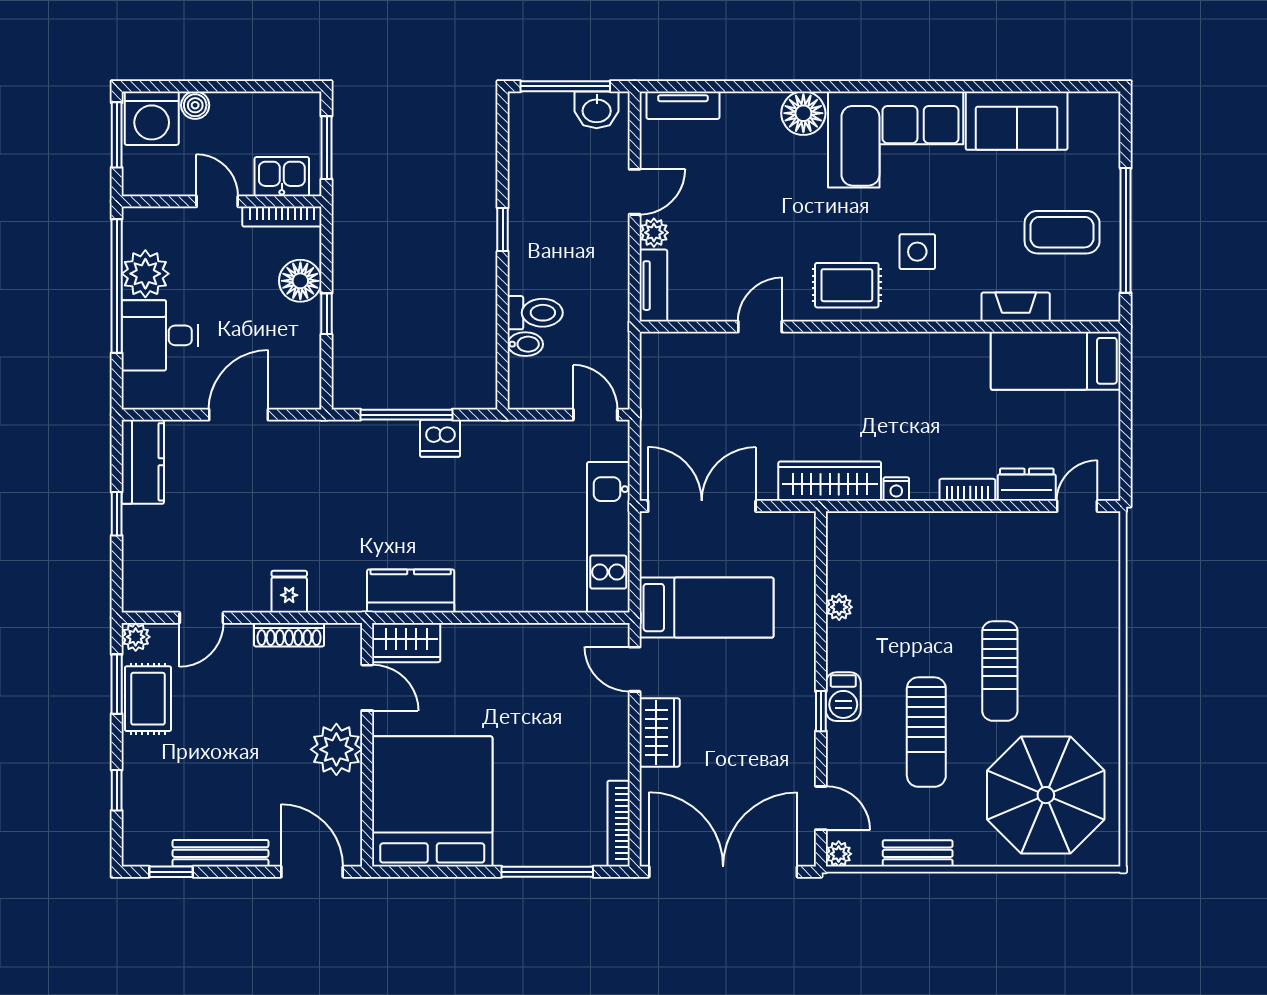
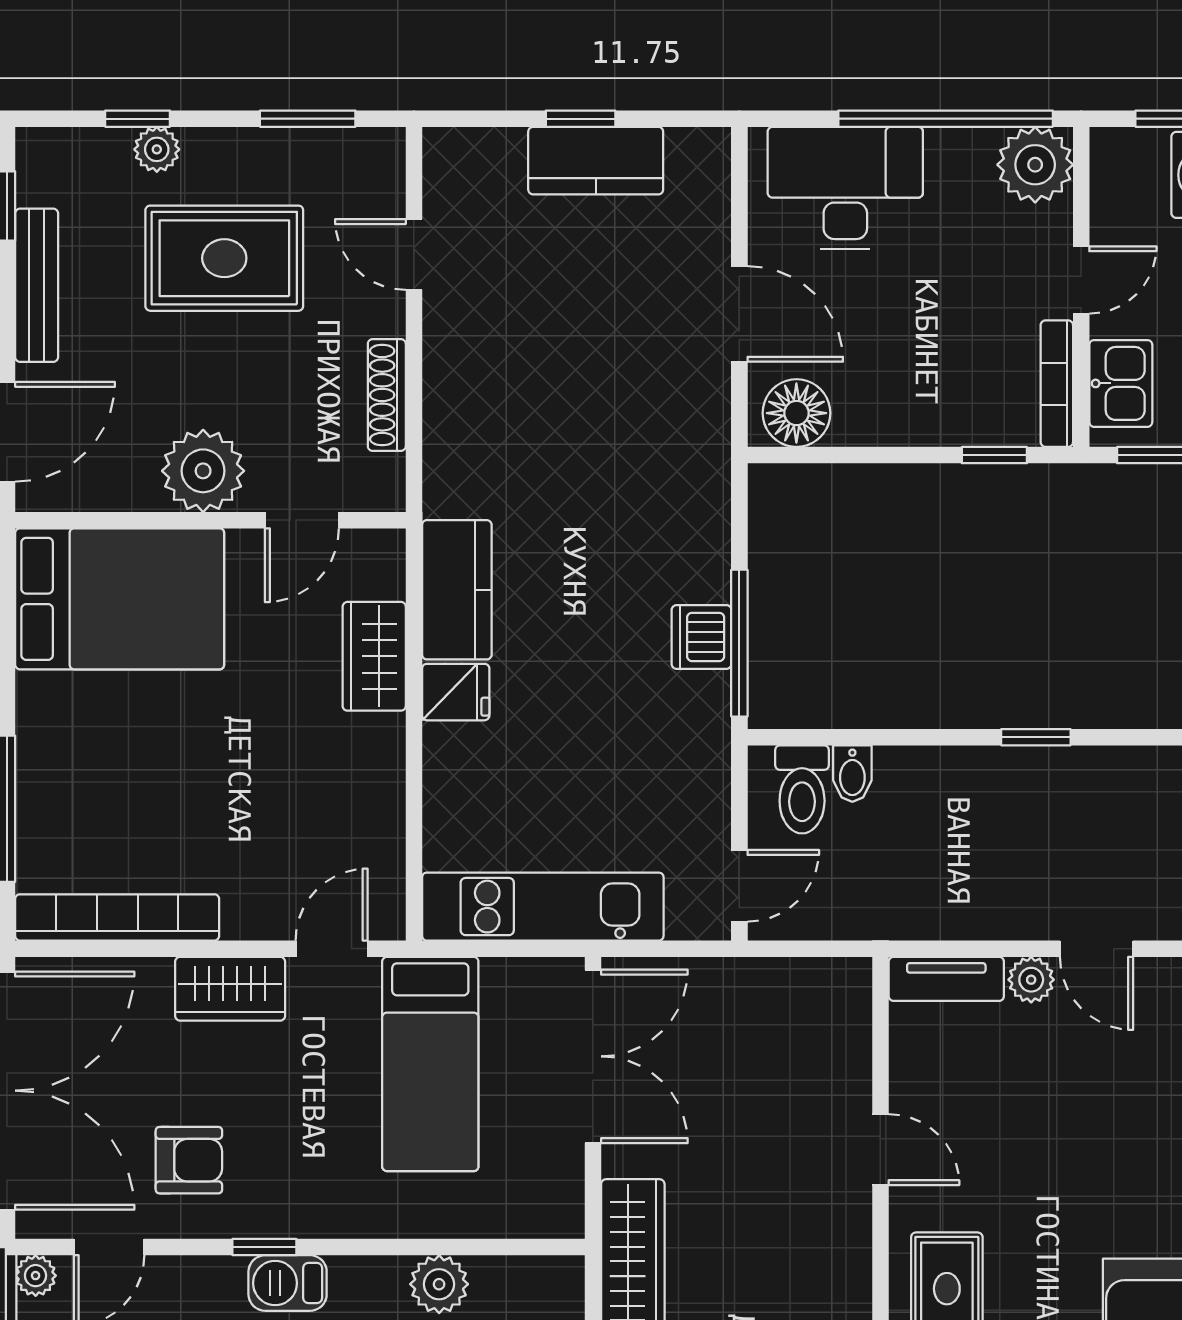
plant: (145, 274) -> (1035, 165), moved
floor lamp: (300, 281) -> (796, 413), moved
toilet: (535, 313) -> (802, 789), moved
window: (327, 314) -> (994, 455), moved
desk: (160, 335) -> (845, 188), width x1.37
window: (406, 415) -> (739, 643), moved
kitchen counter: (143, 462) -> (596, 161), moved
fridge: (289, 592) -> (456, 692), moved
plant: (839, 607) -> (439, 1284), width x1.38, depth x1.38
plant: (136, 637) -> (157, 149), moved
wardrobe: (406, 643) -> (374, 656), moved
rug: (148, 699) -> (224, 258), moved, width x1.36, depth x1.43
armchair: (767, 758) -> (189, 1160), added
bed: (432, 801) -> (120, 599), width x0.73
bookcase: (619, 824) -> (117, 917), width x1.48, depth x1.31

